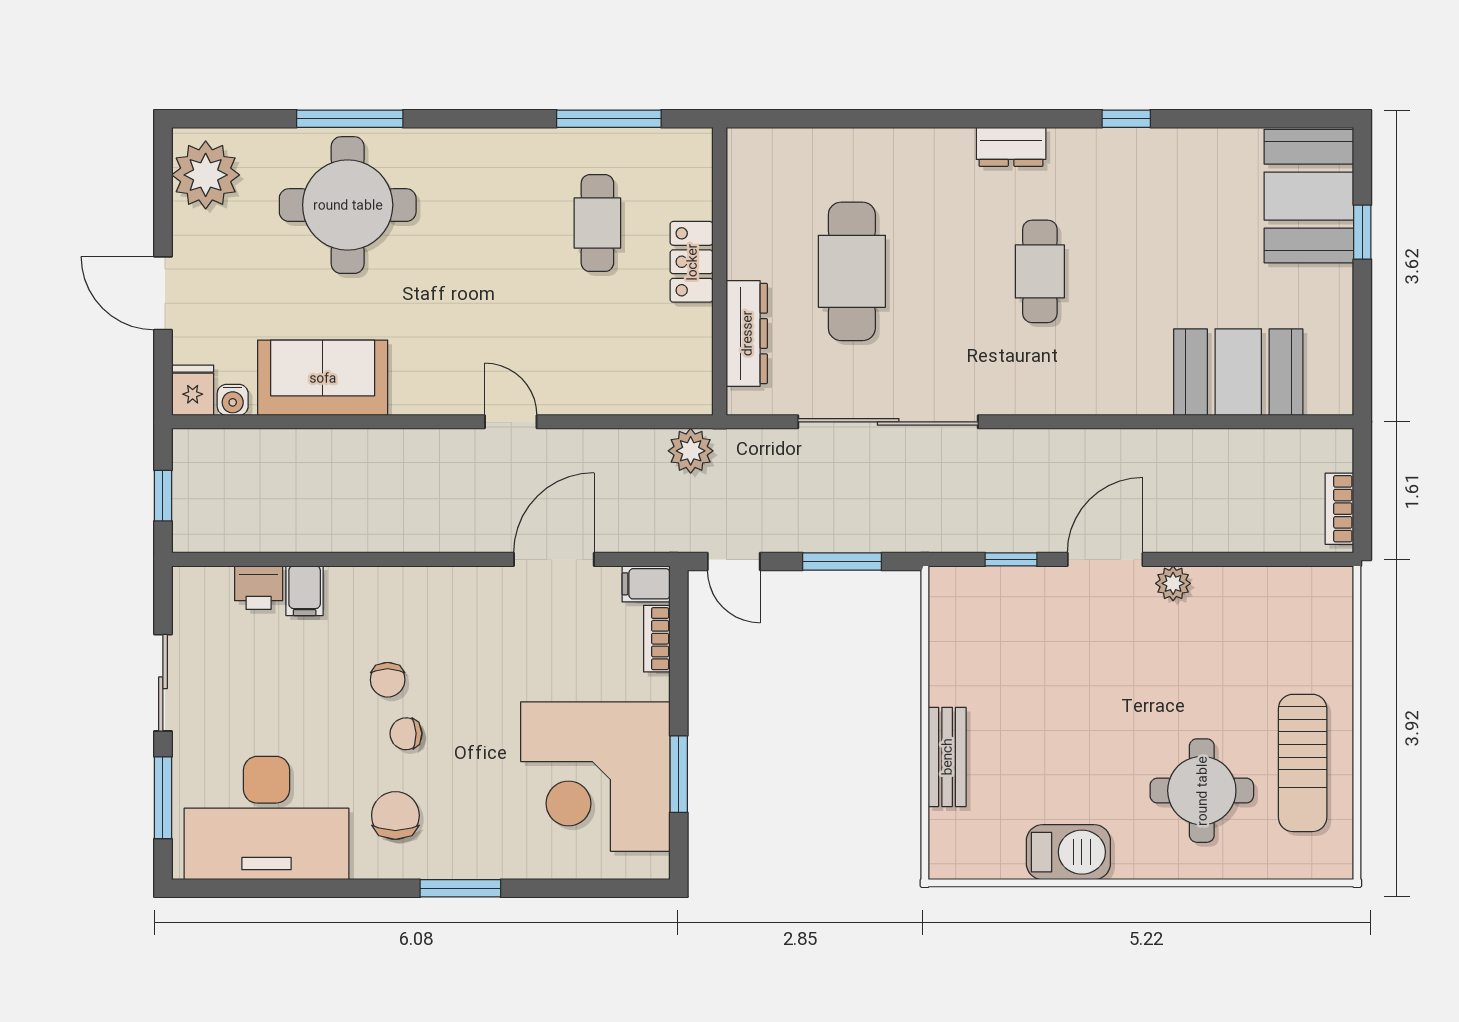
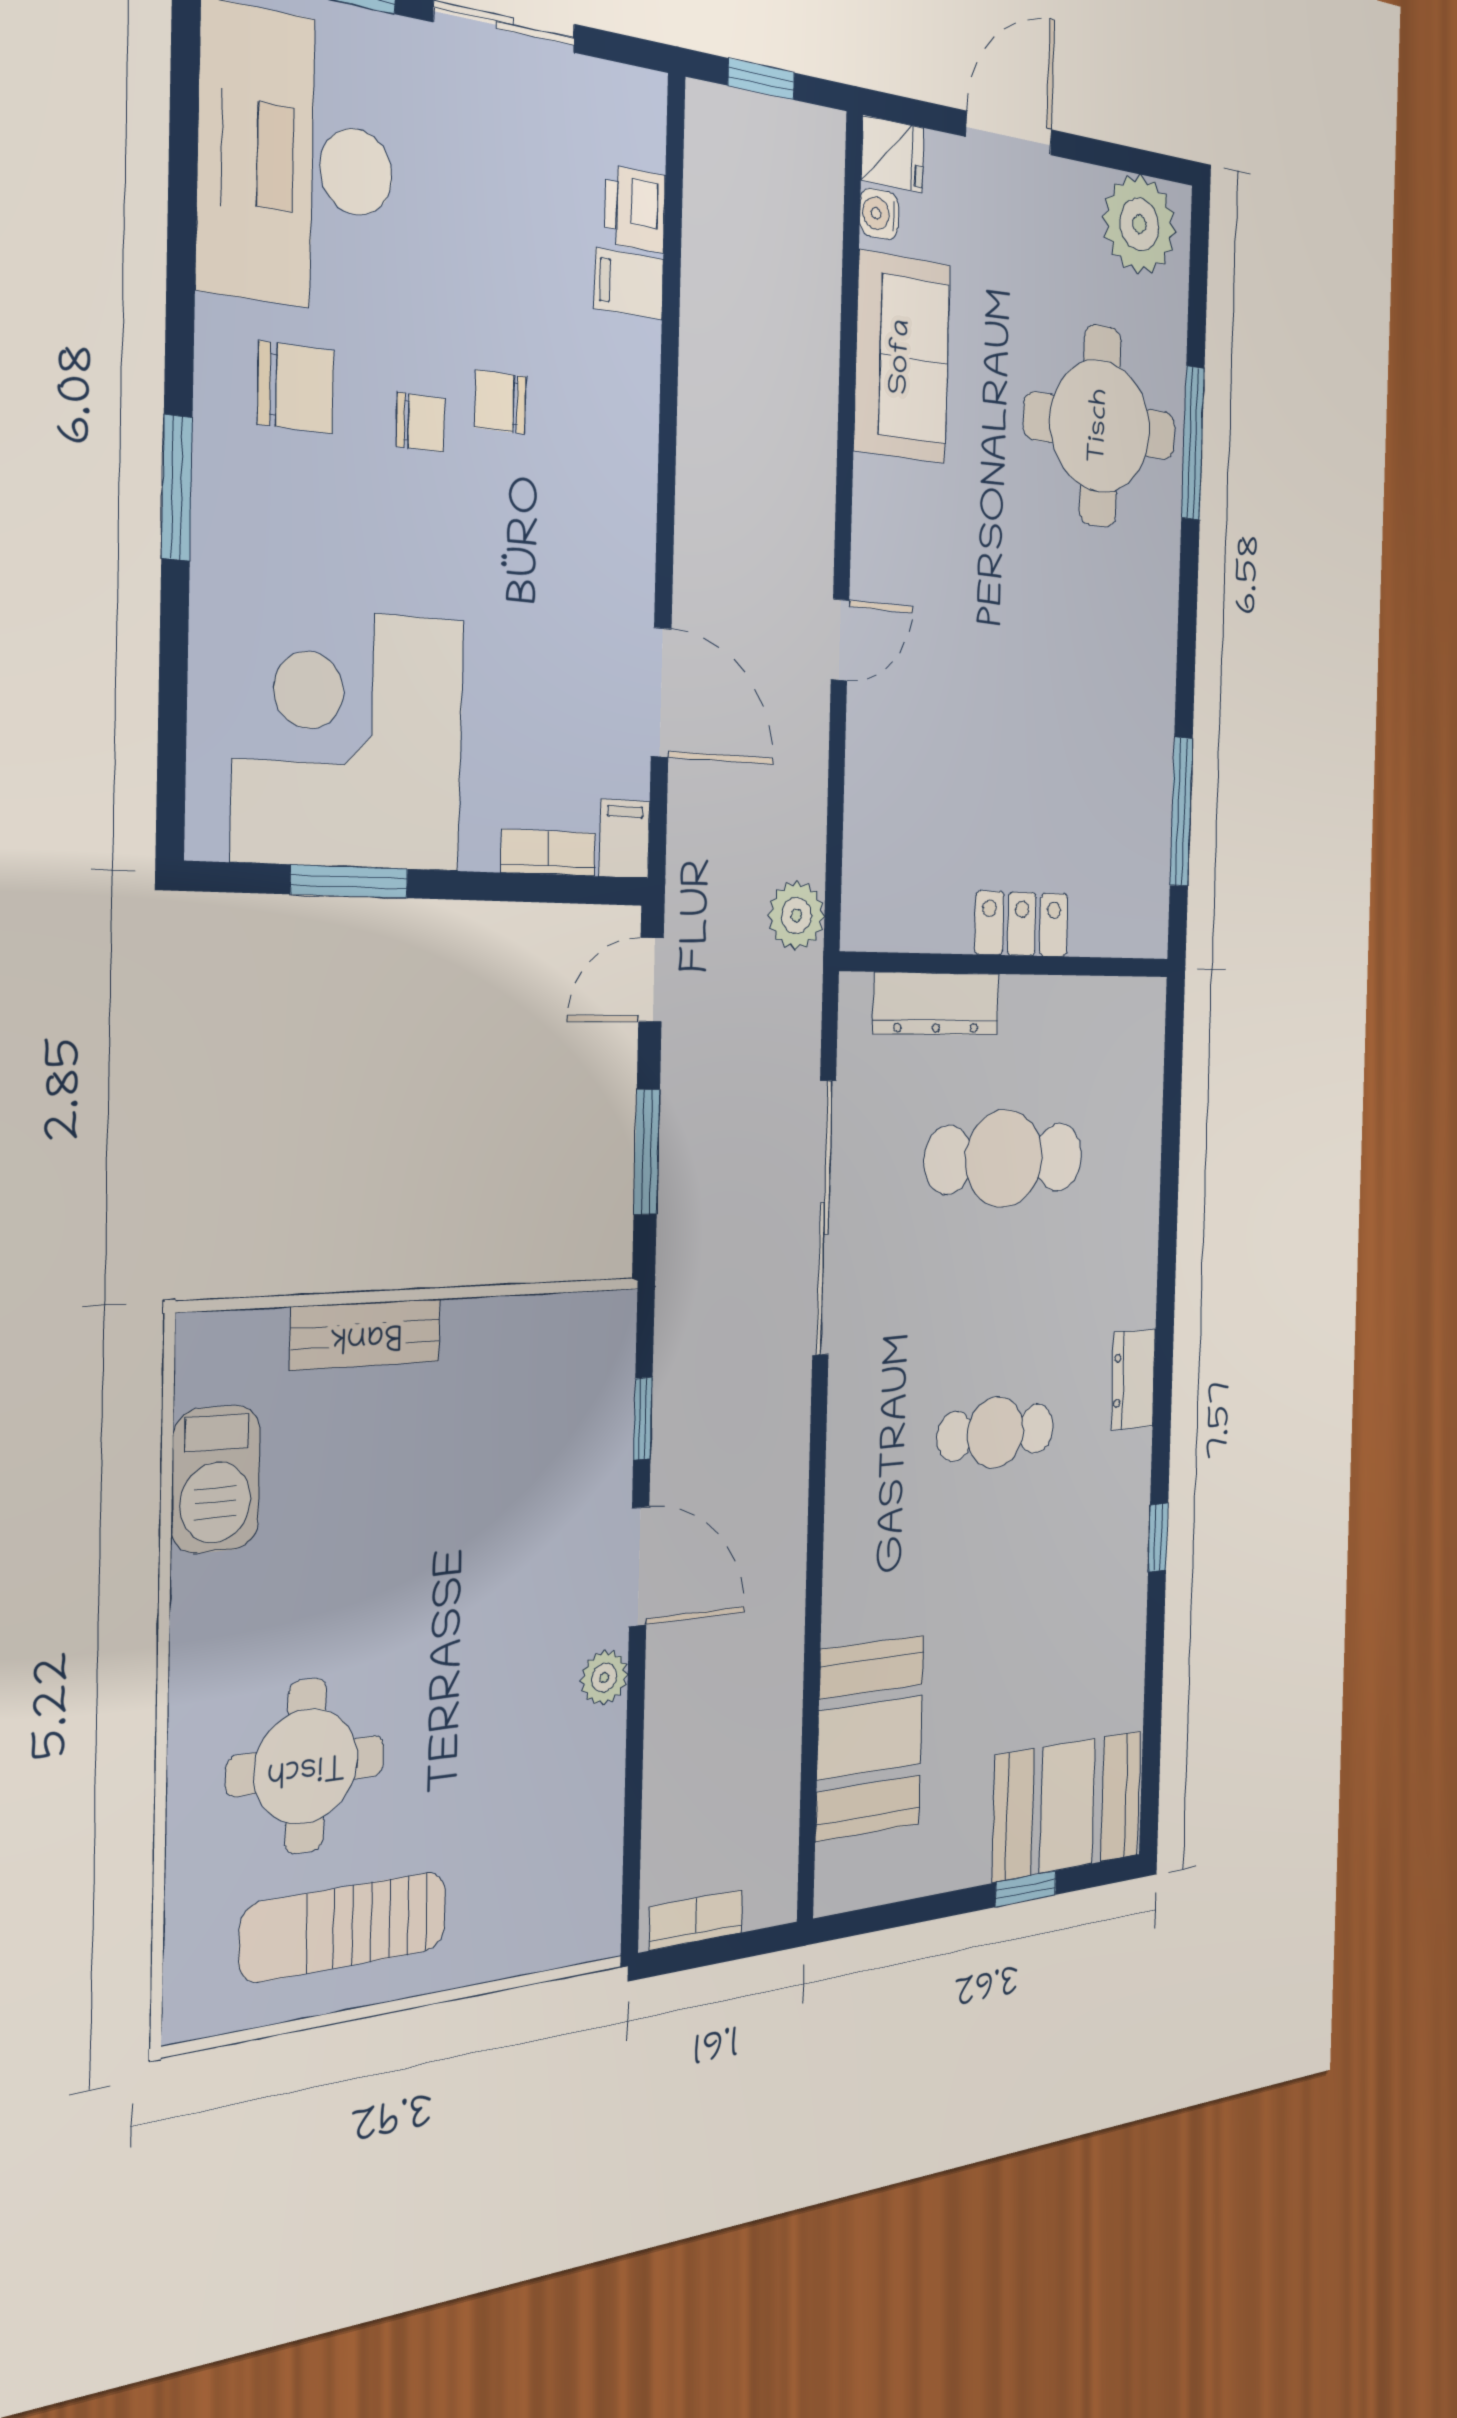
cafe table: (597, 223) -> (1069, 788), removed
chair: (406, 734) -> (421, 422), turned 92
barbecue: (1068, 852) -> (216, 1479), moved

